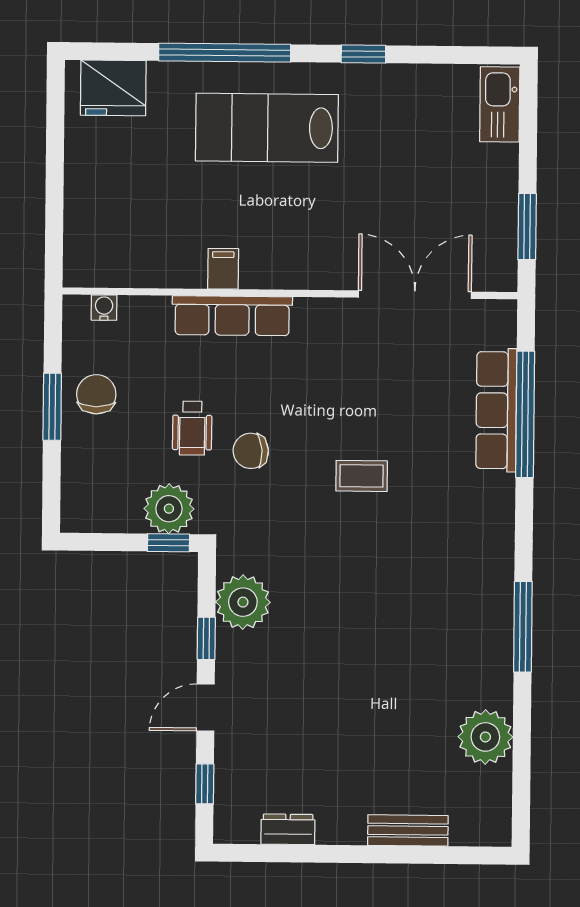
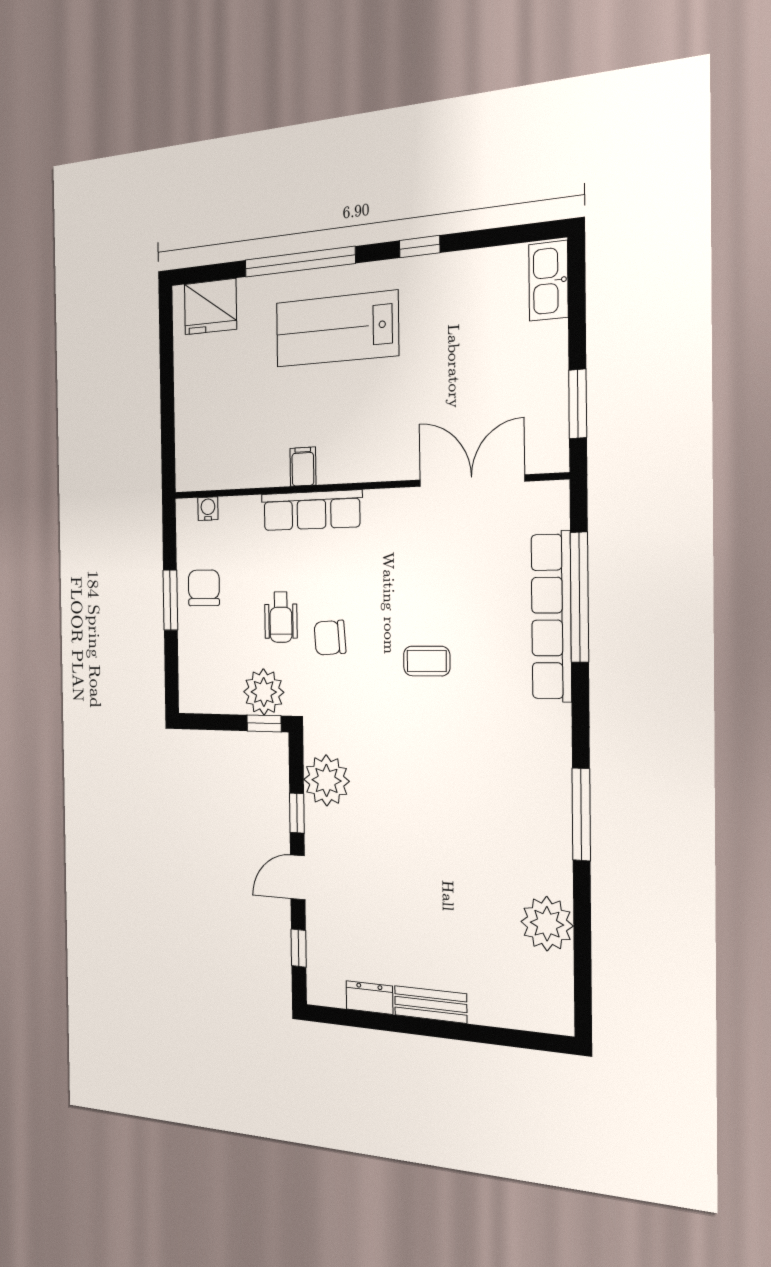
row of seats: (496, 410) -> (551, 617), width x1.36
bench: (408, 830) -> (431, 1004), moved

